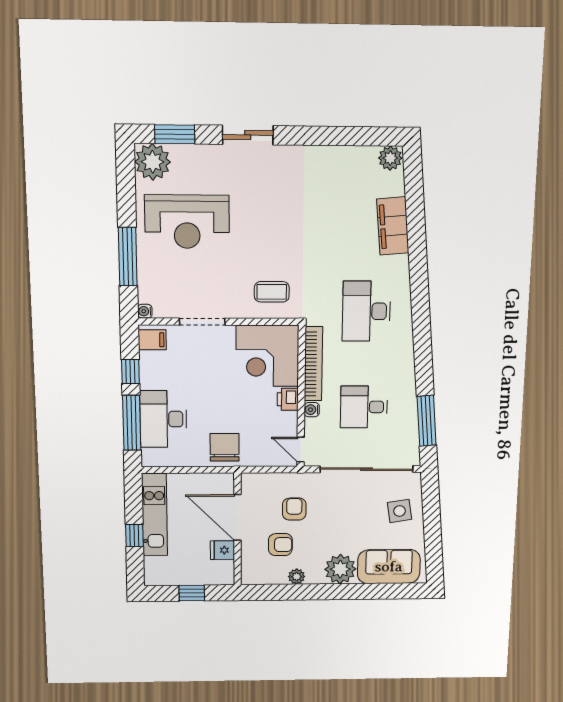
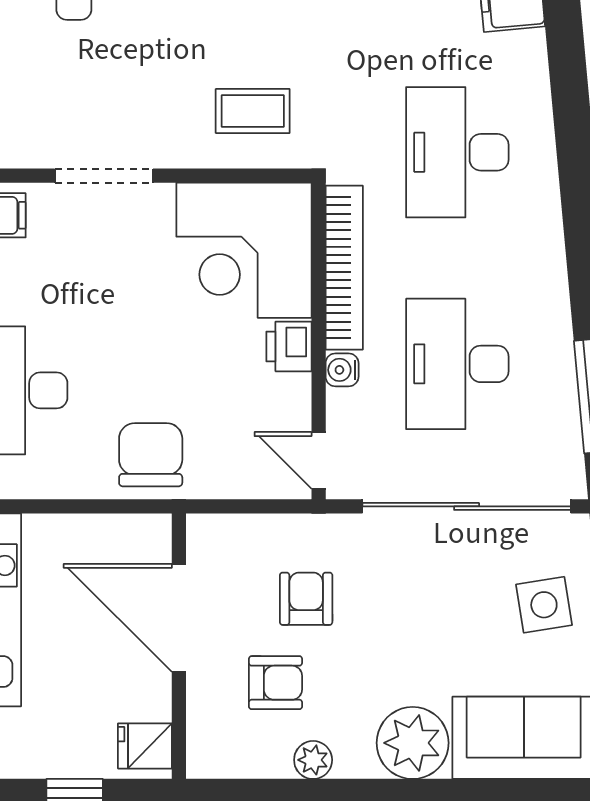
desk: (364, 407) -> (457, 364), width x1.37
fridge: (222, 550) -> (145, 746), moved

